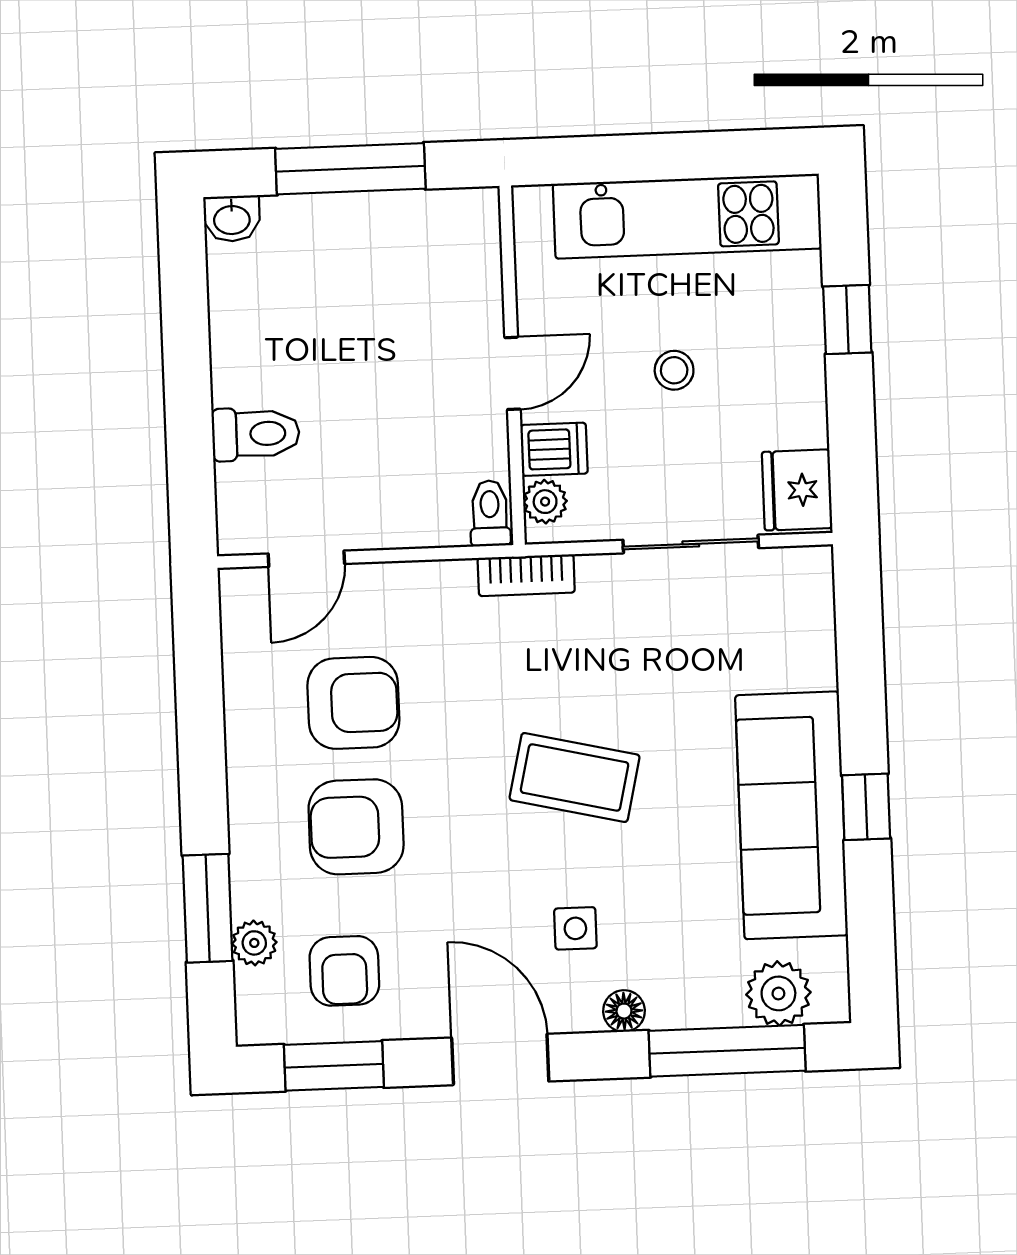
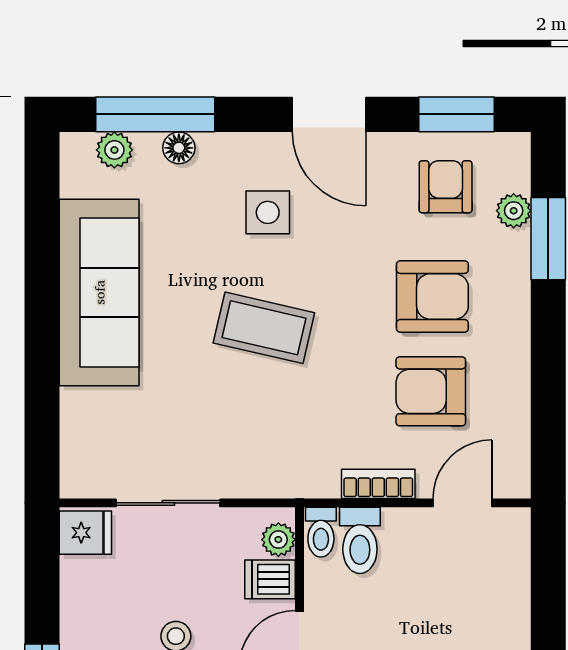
toilet: (256, 434) -> (360, 540), moved, turned -90
fridge: (797, 490) -> (85, 533), width x0.72
bookcase: (526, 575) -> (378, 484), moved
window: (866, 807) -> (42, 297), removed
side table: (575, 928) -> (268, 212), width x1.37, depth x1.37
plant: (778, 993) -> (114, 150), width x0.73, depth x0.73
floor lamp: (624, 1011) -> (179, 148), moved

